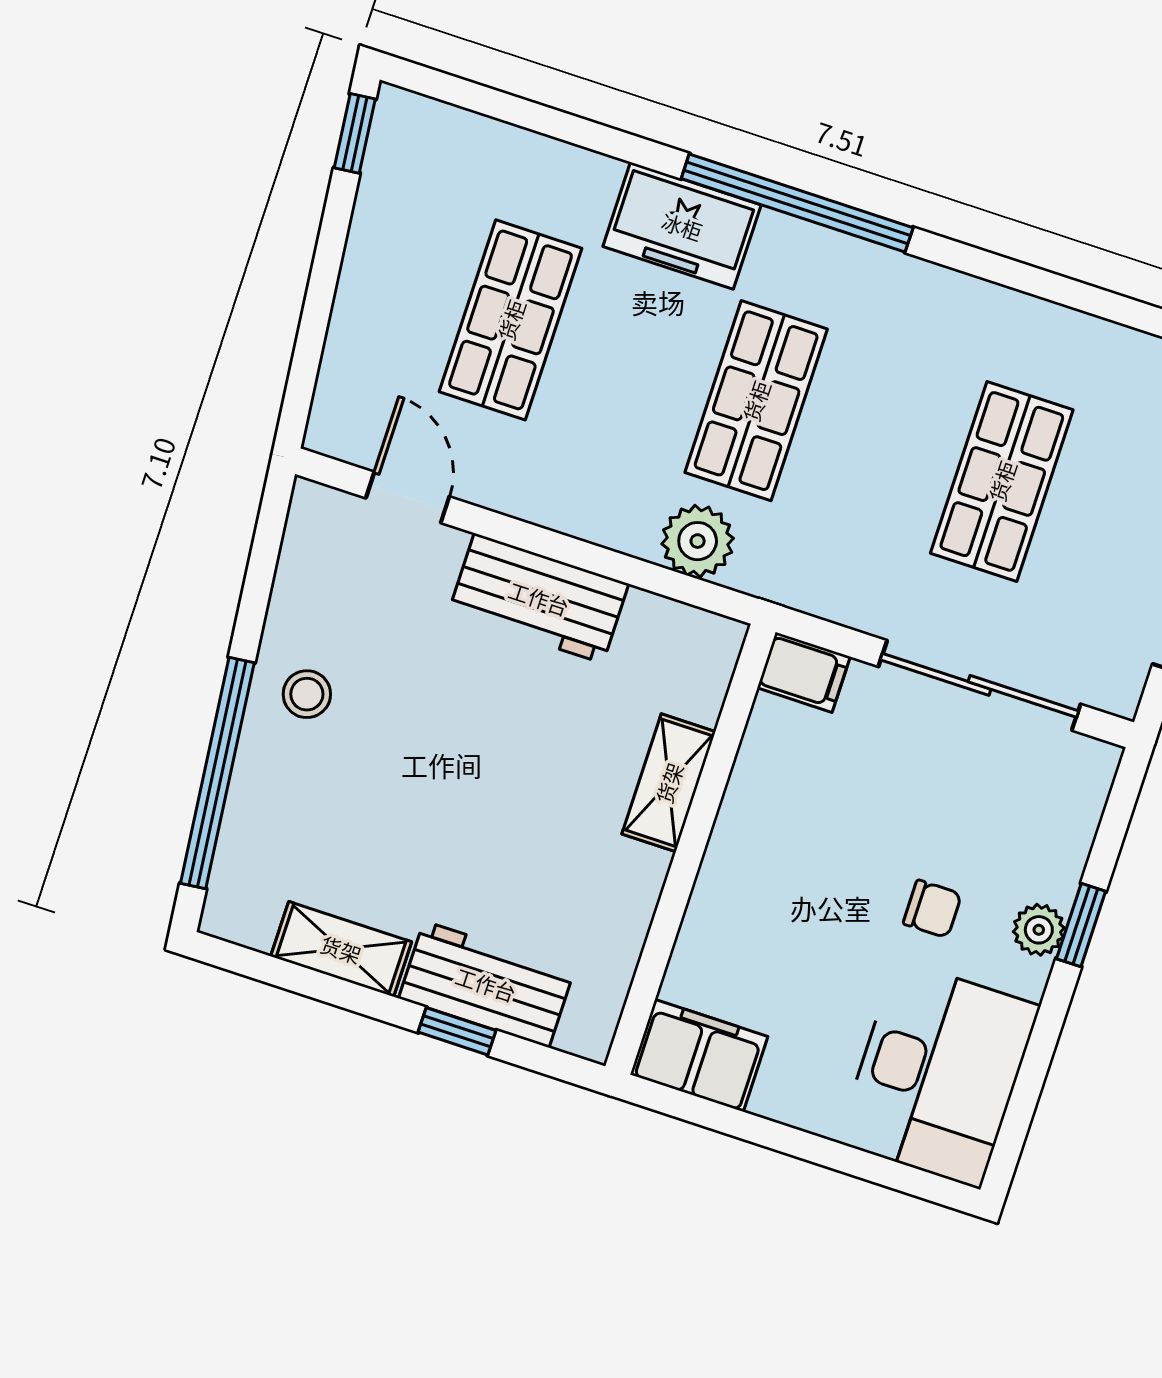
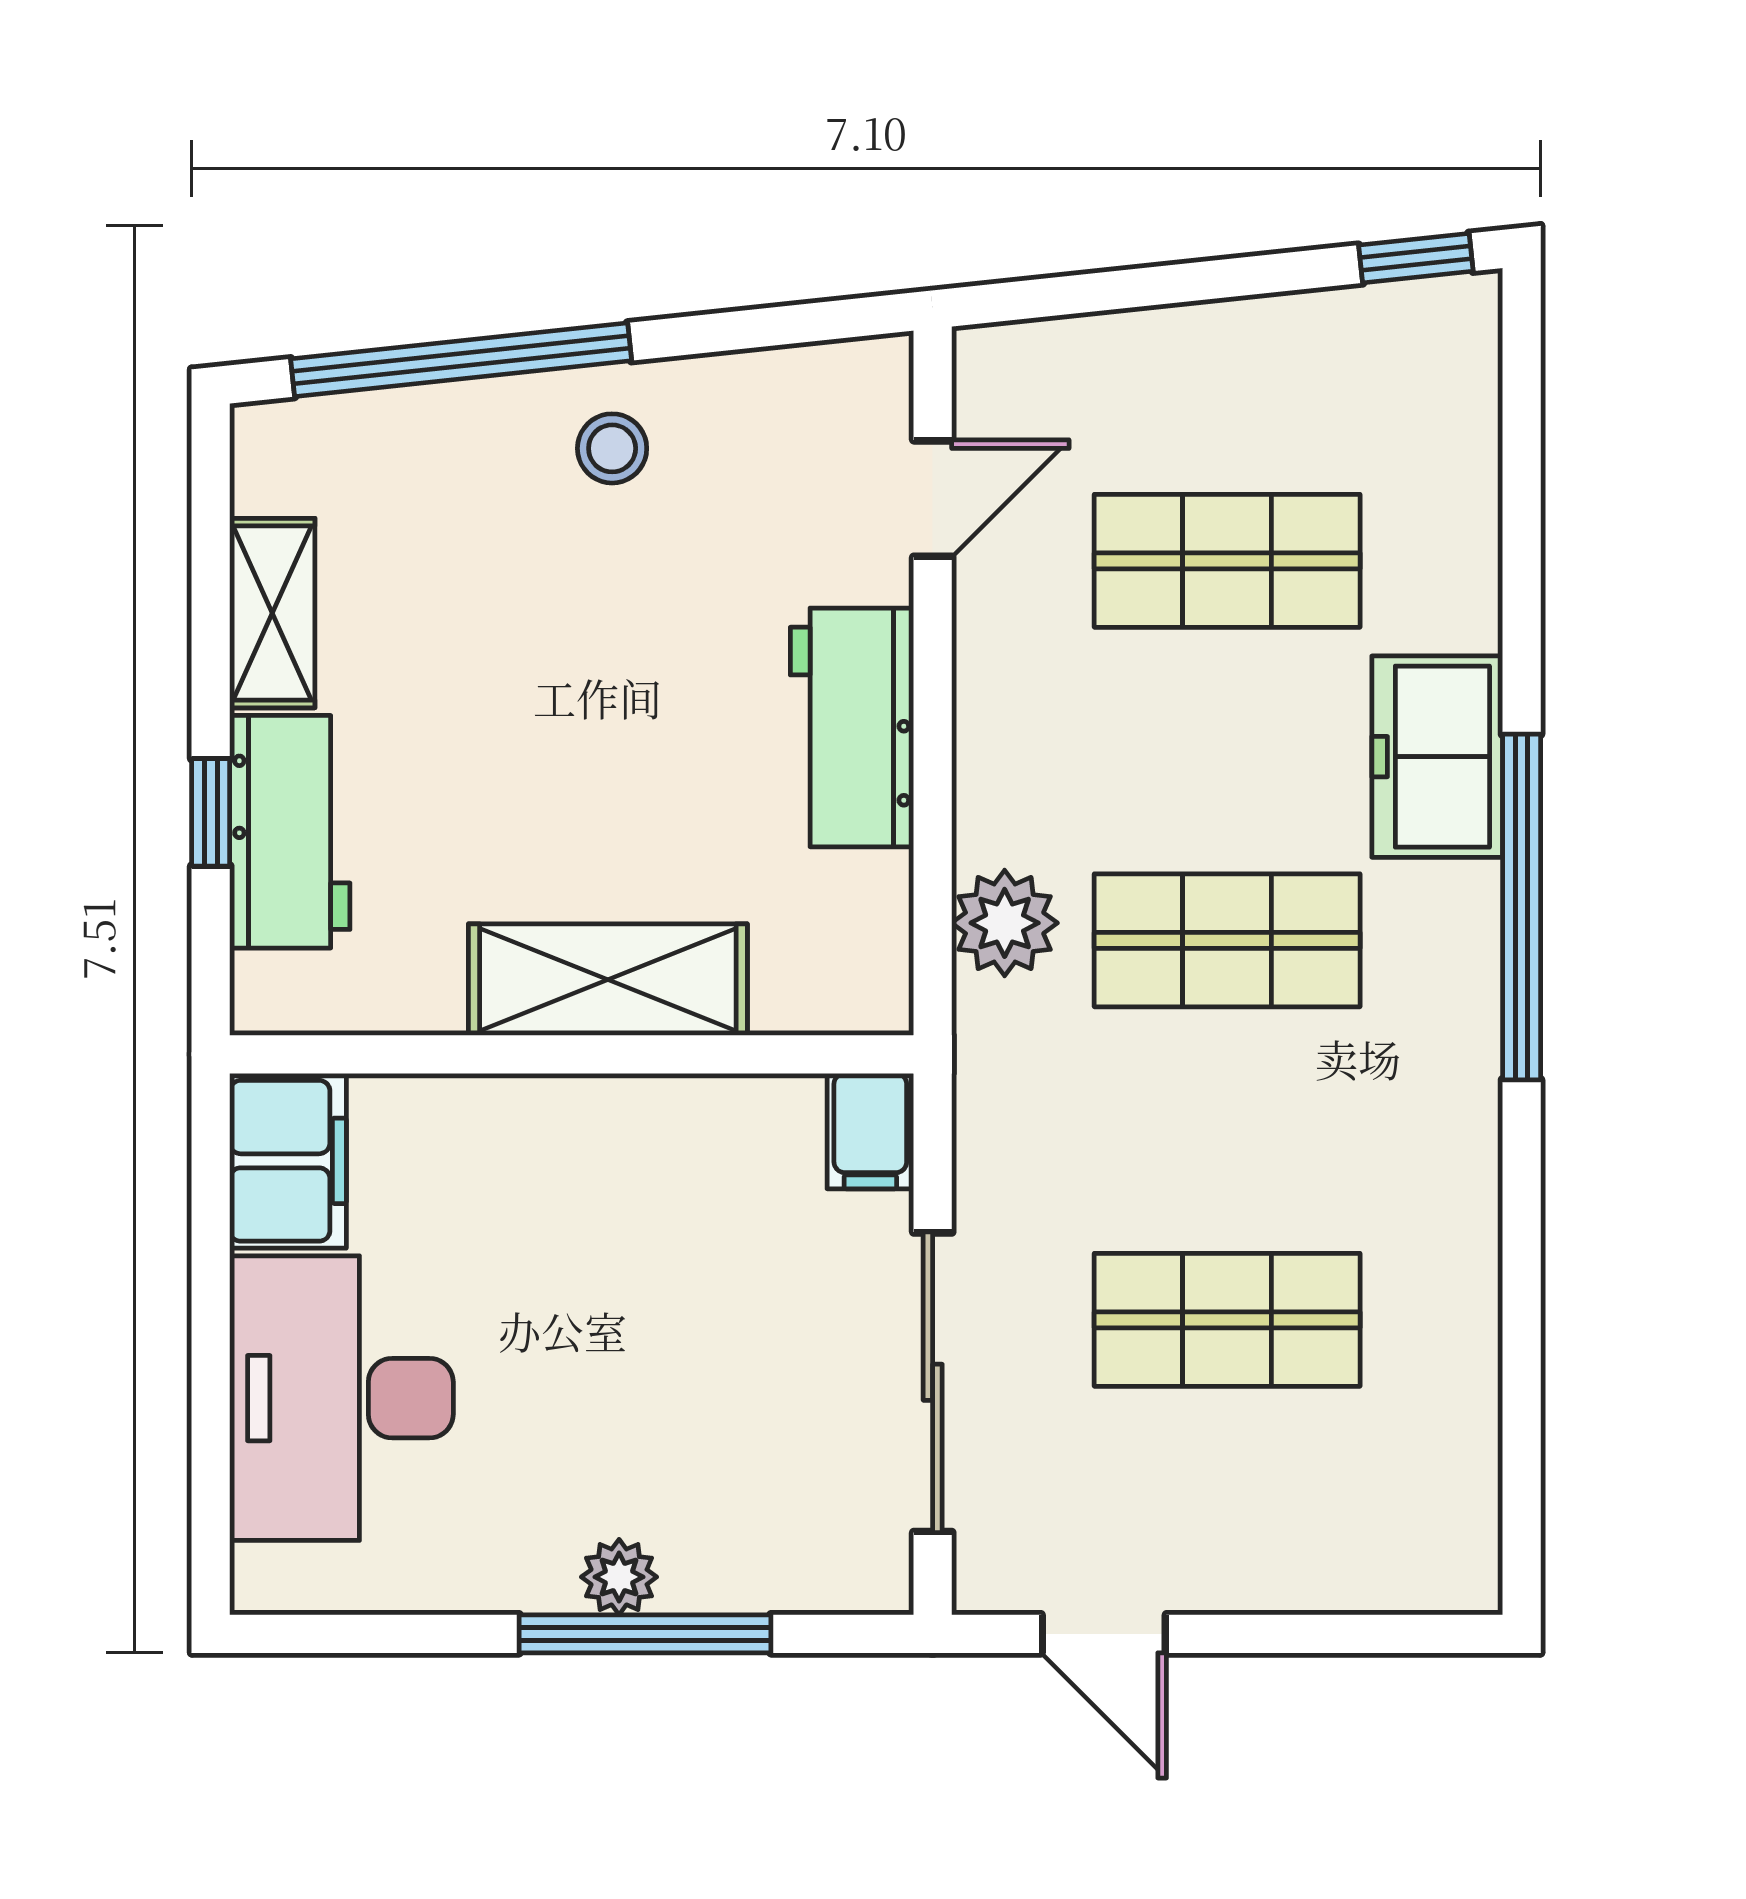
shelving: (669, 783) -> (608, 980), width x1.50, depth x1.33
chair: (932, 909) -> (599, 1419), removed
window: (1081, 925) -> (645, 1634), width x2.17
desk: (938, 1074) -> (341, 1398), moved, turned 90

